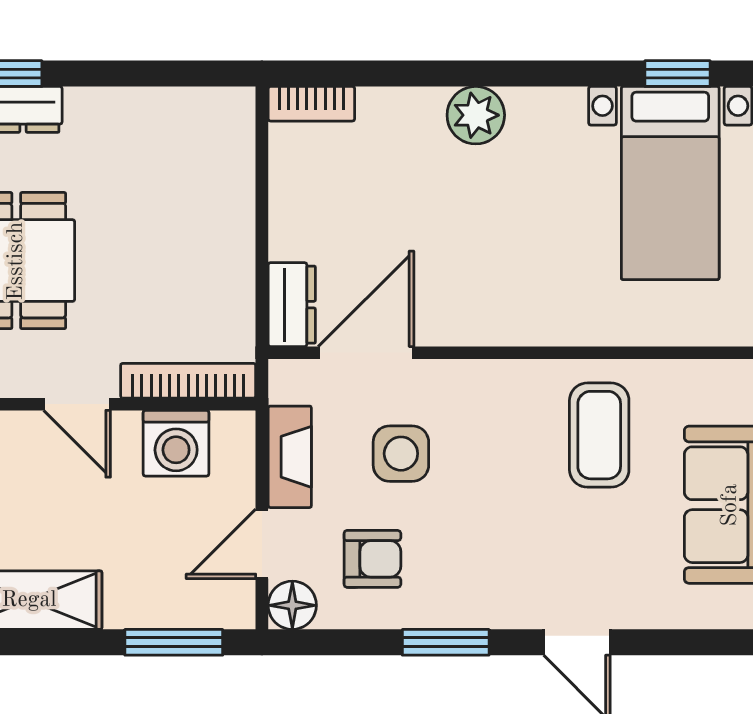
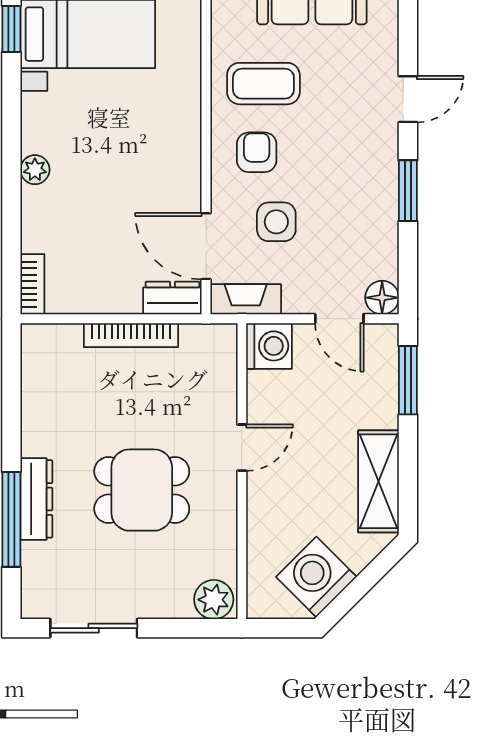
plant: (476, 115) -> (35, 170), width x0.73, depth x0.73
bookcase: (188, 381) -> (131, 335), moved, turned -90
washing machine: (176, 443) -> (269, 346), moved
fireplace: (290, 457) -> (246, 299), moved
armchair: (372, 559) -> (257, 152), moved

